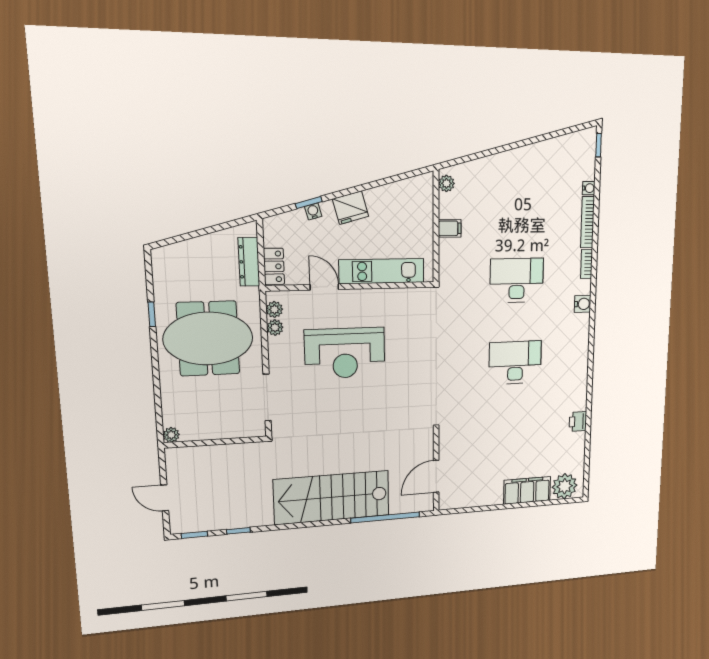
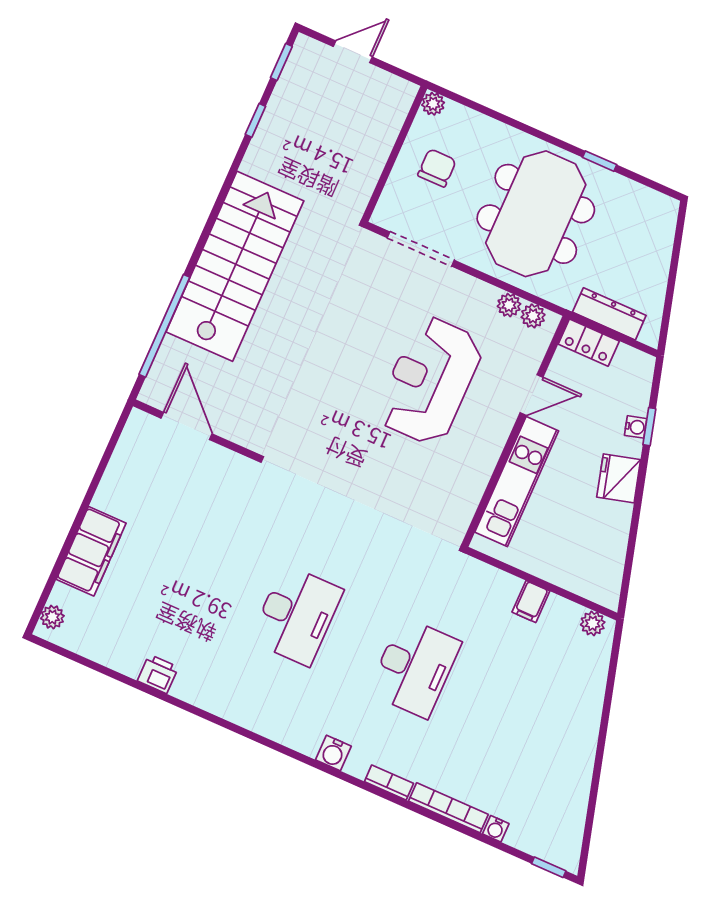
chair: (211, 413) -> (437, 168), added
plant: (565, 486) -> (52, 617), width x0.53, depth x0.53

